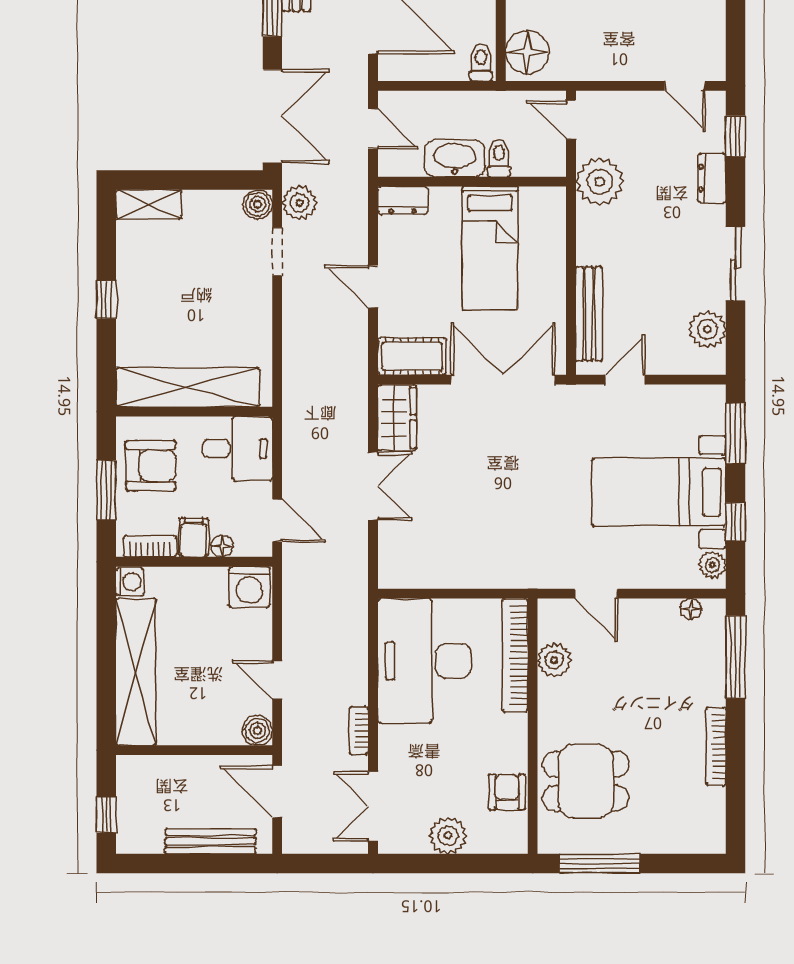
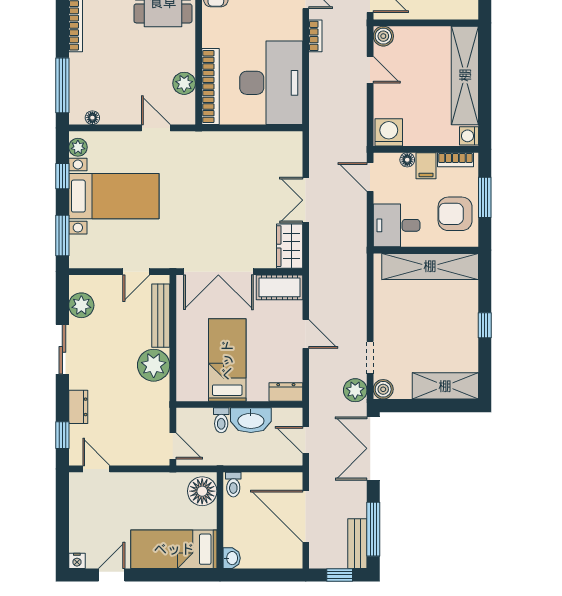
plant: (600, 182) -> (154, 365), moved
shelving: (149, 204) -> (445, 386), width x1.50, depth x1.33

